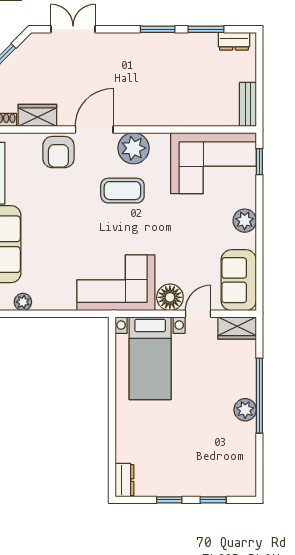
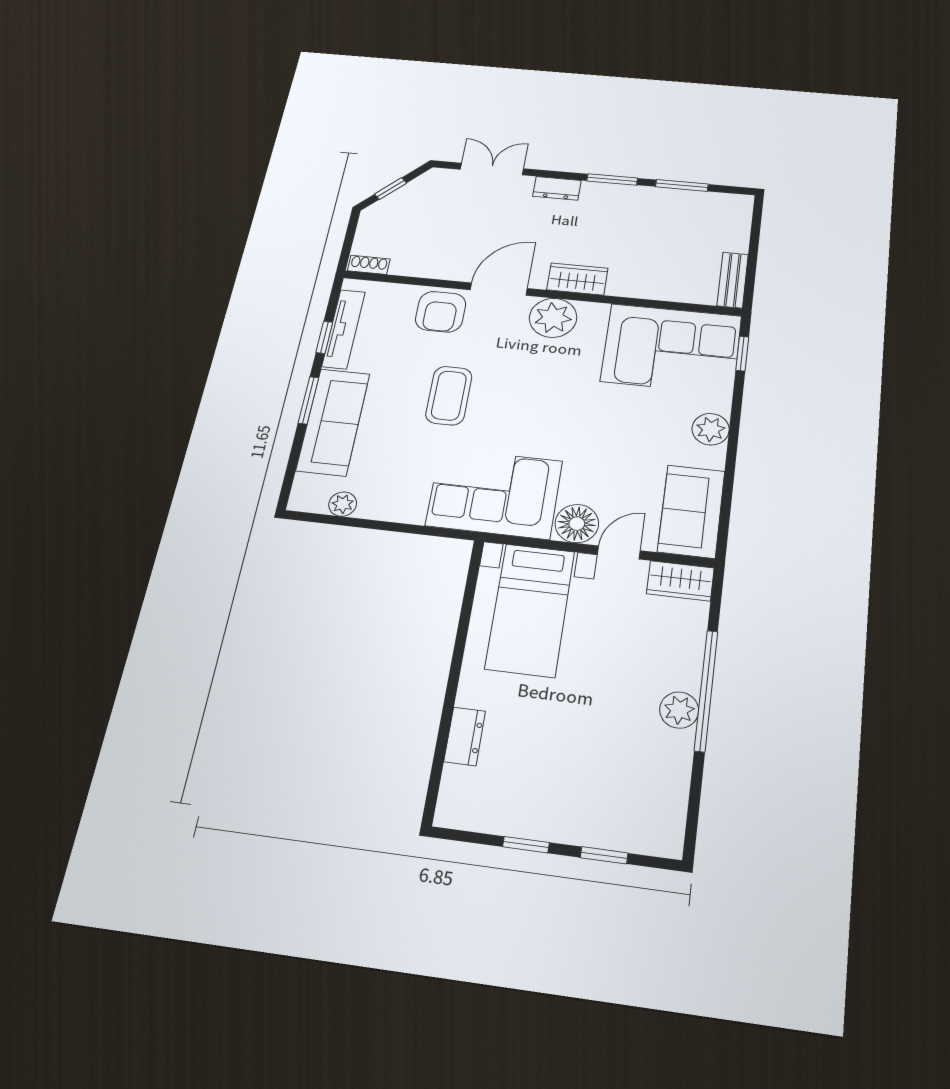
dresser: (234, 41) -> (557, 188), moved
wardrobe: (37, 115) -> (577, 279), moved
coffee table: (122, 191) -> (449, 396), moved, turned 90
dresser: (125, 480) -> (465, 736), moved

